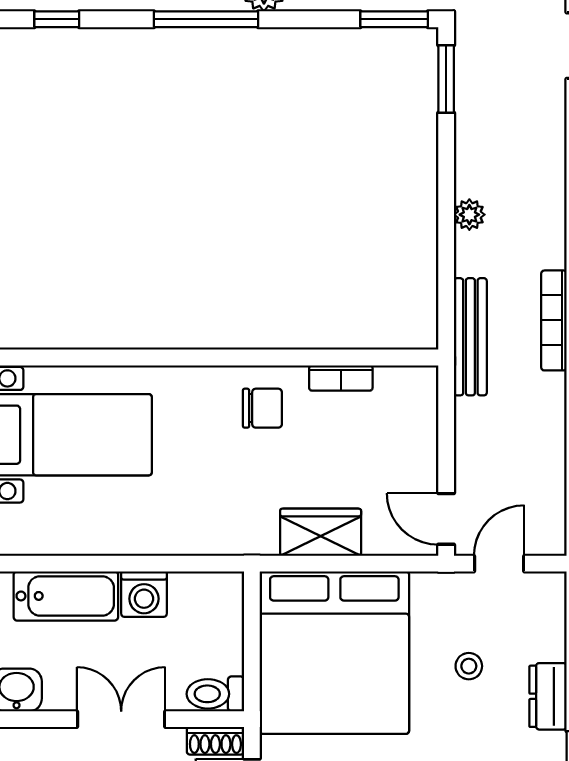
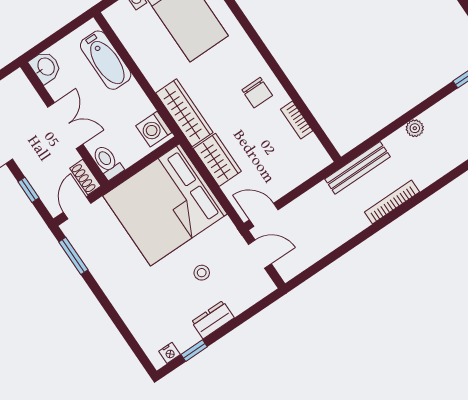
door: (446, 519) -> (264, 215), hinge flipped
wardrobe: (220, 534) -> (184, 113), added
washing machine: (144, 594) -> (154, 129), moved

